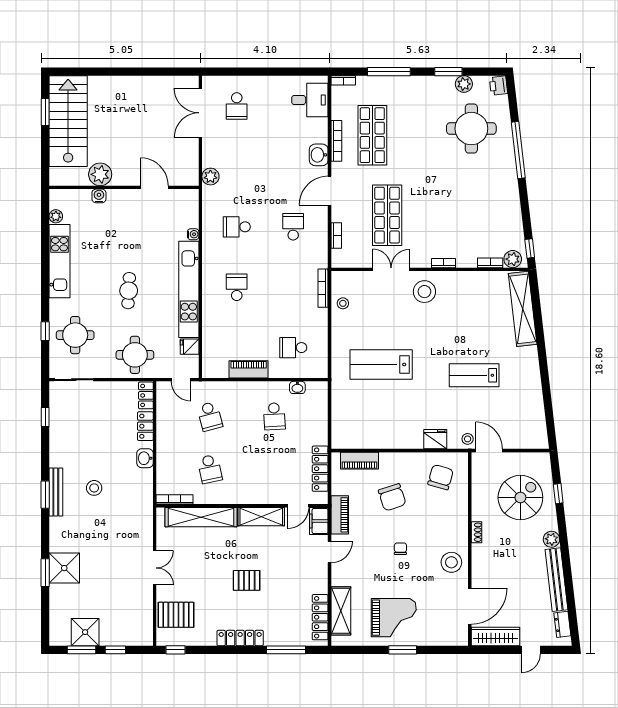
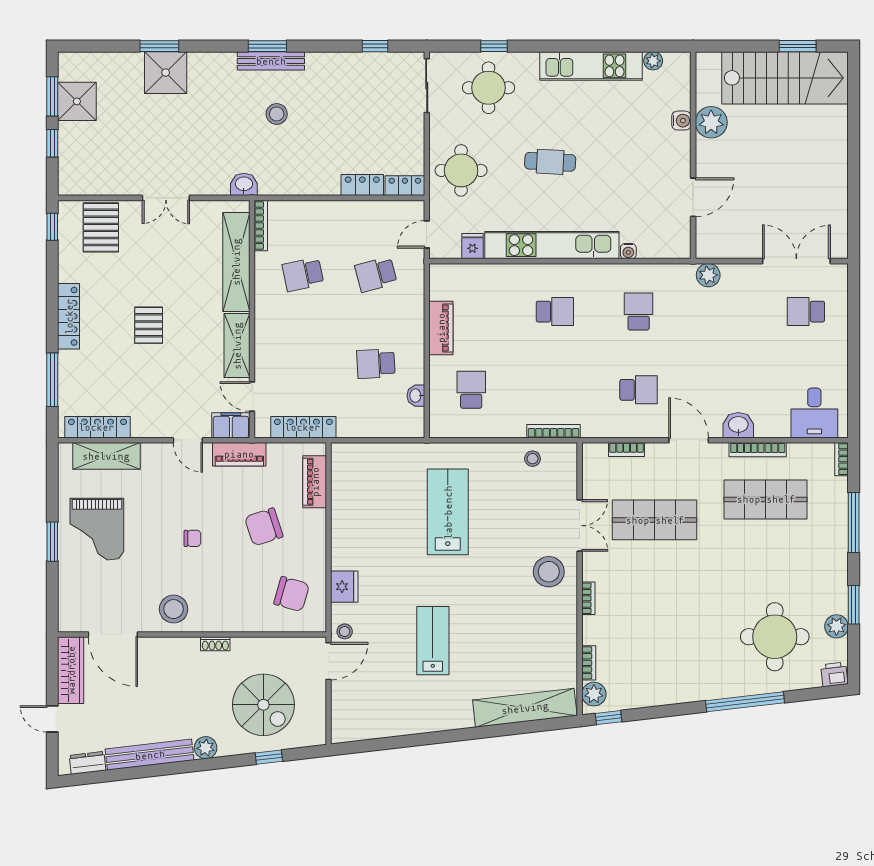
washbasin: (145, 458) -> (244, 184), moved

